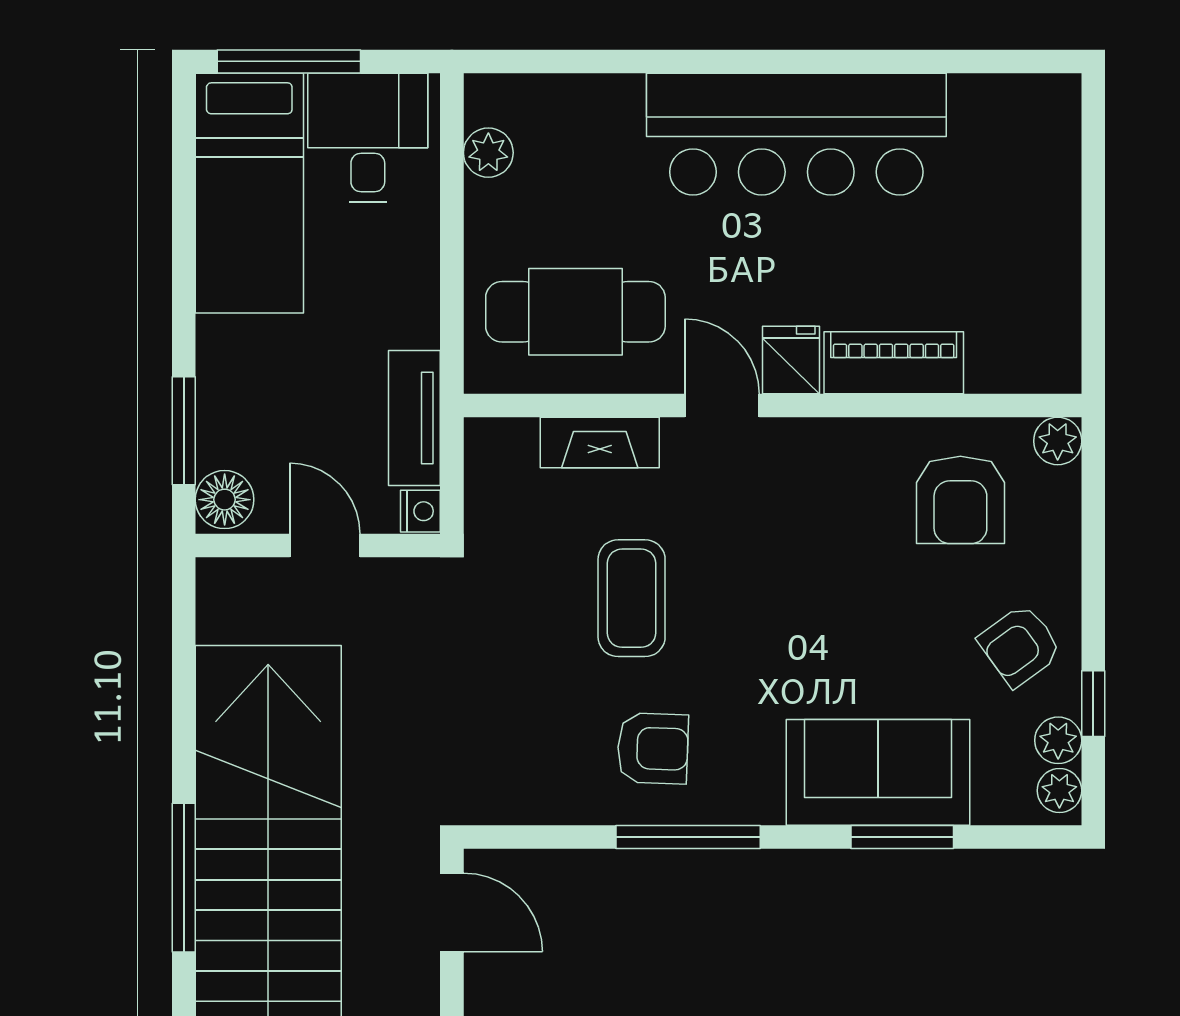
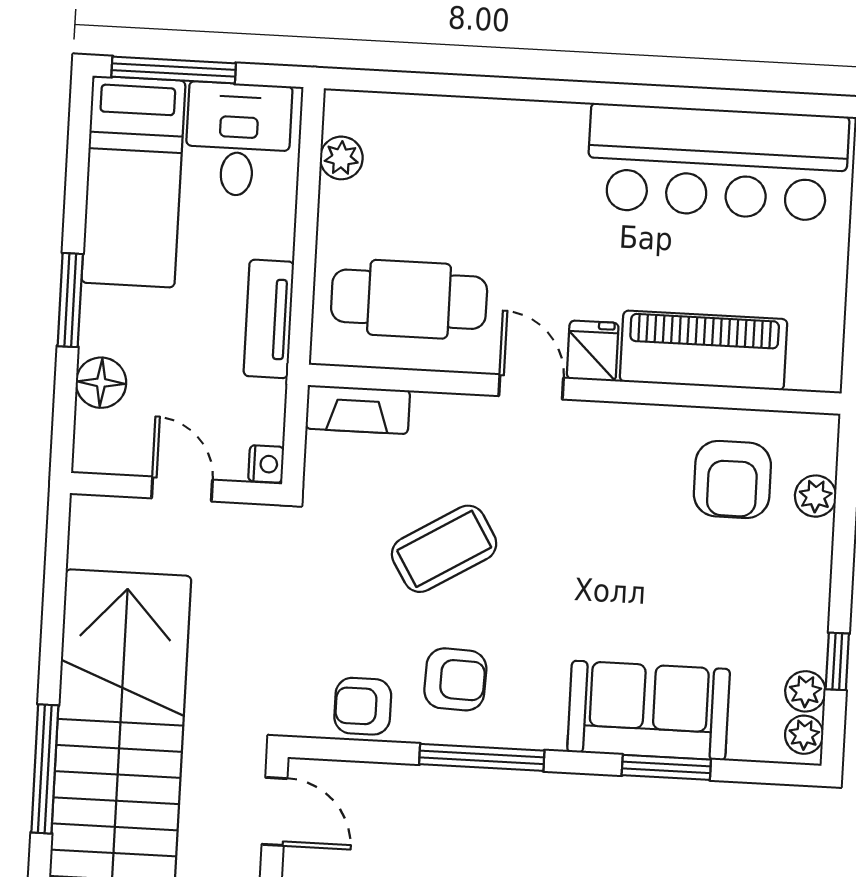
bar counter: (796, 134) -> (718, 162), moved
piano: (894, 363) -> (704, 350), width x1.37, depth x1.33
tv unit: (414, 418) -> (269, 319), moved
window: (184, 431) -> (70, 300), moved
plant: (1058, 441) -> (816, 496), moved
fireplace: (600, 443) -> (358, 410), moved
floor lamp: (225, 500) -> (101, 383), moved
coffee table: (632, 598) -> (444, 549), turned 59
armchair: (1020, 646) -> (363, 706), moved, turned 36

